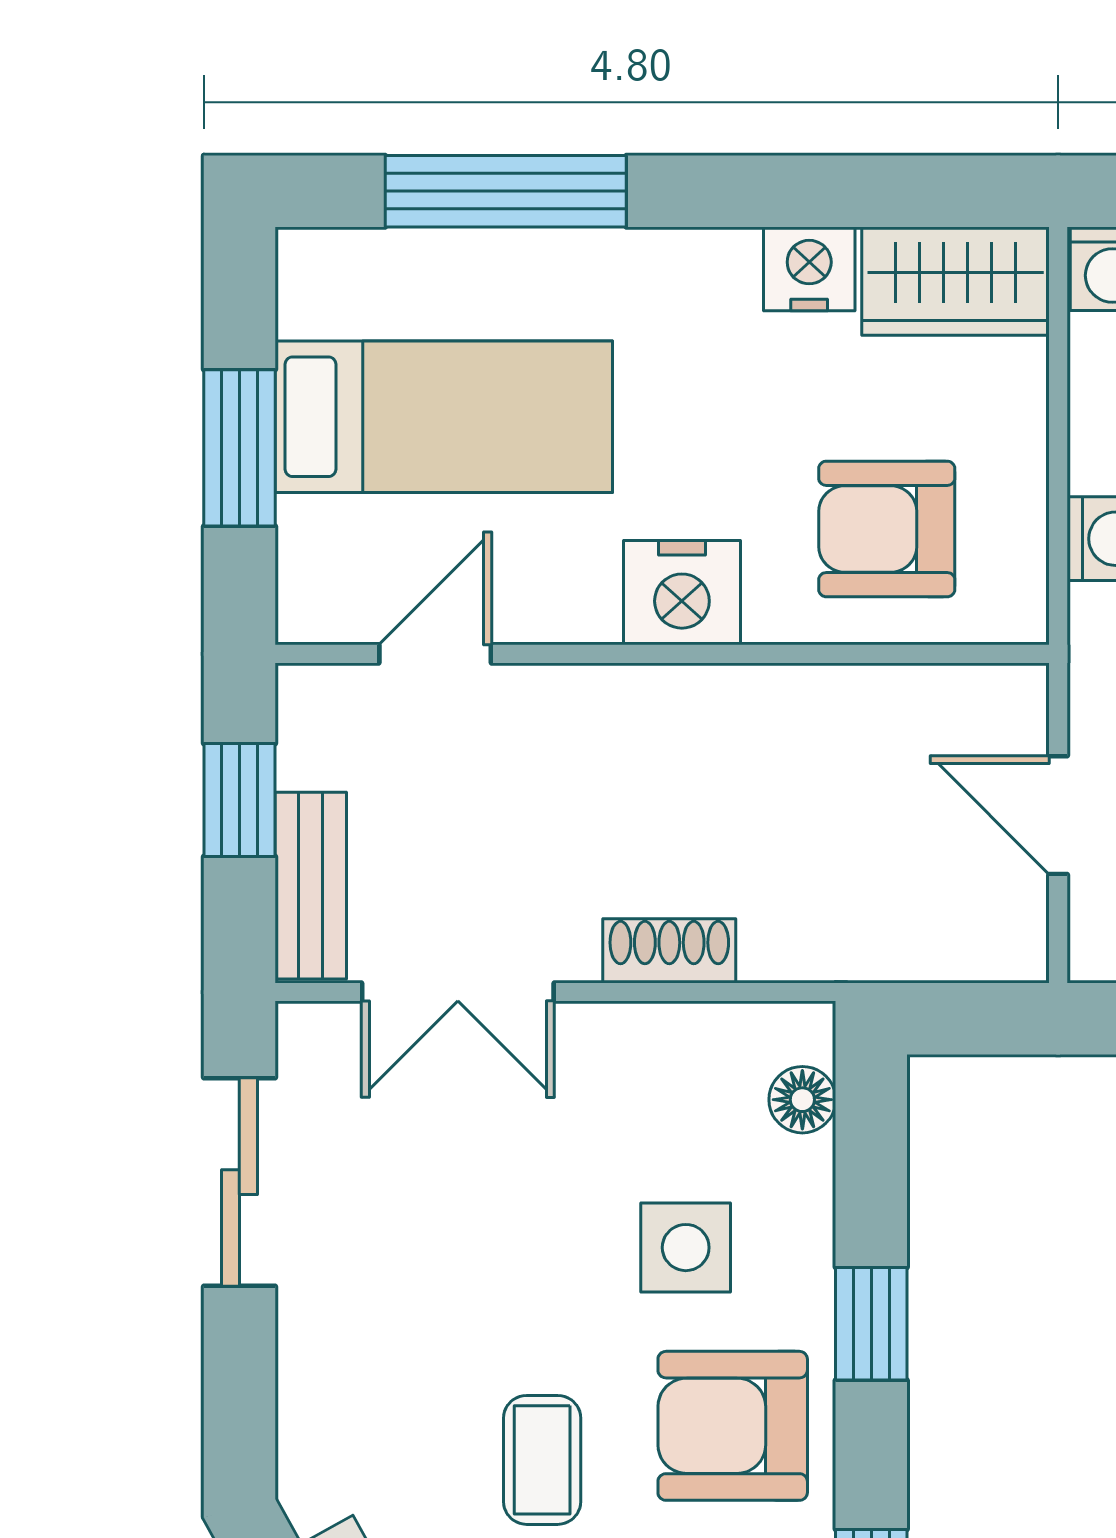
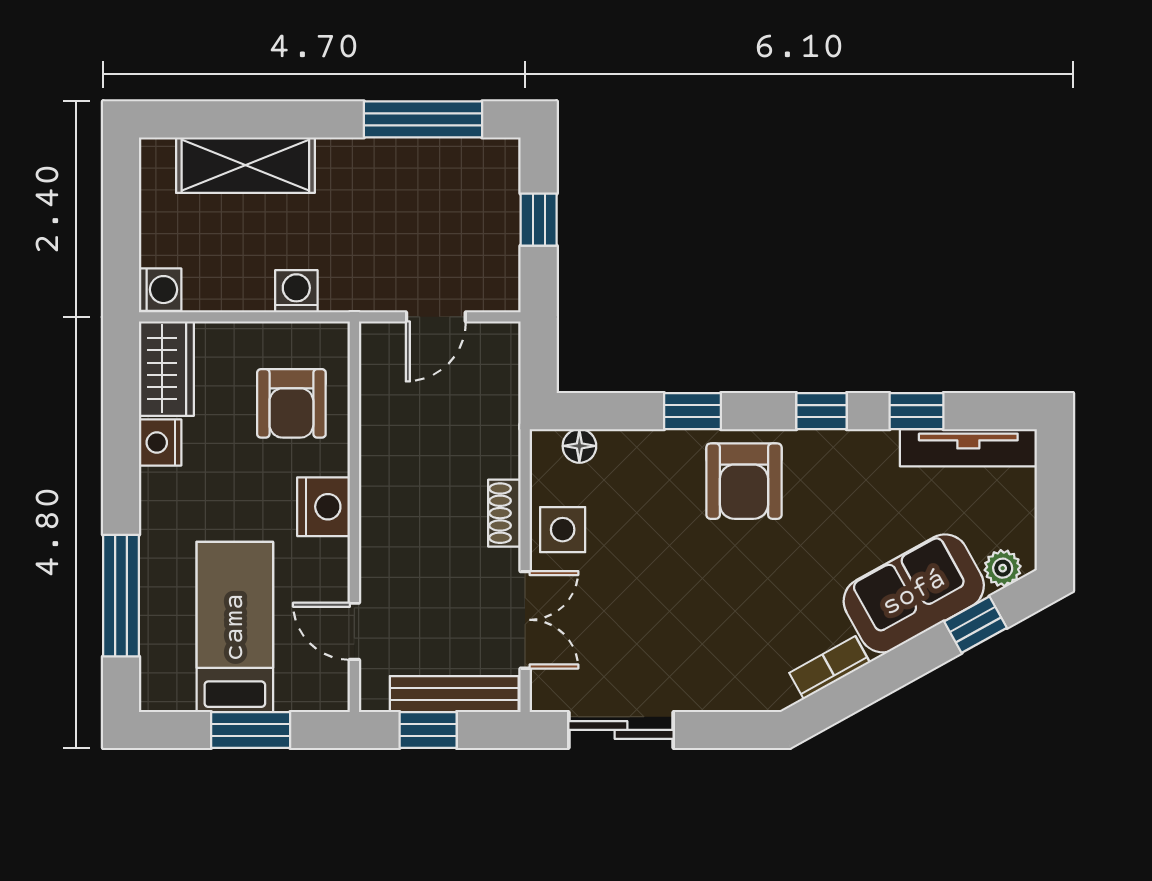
bench: (311, 886) -> (454, 694), width x1.36
side table: (686, 1248) -> (563, 530), moved
coffee table: (542, 1460) -> (761, 577), removed

